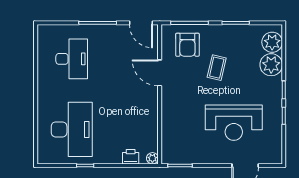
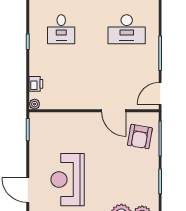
armchair: (187, 45) -> (140, 137), turned -80
coffee table: (217, 68) -> (119, 164), removed
door: (160, 73) -> (114, 111), swing flipped
desk: (72, 129) -> (61, 29), width x0.53, depth x0.77

